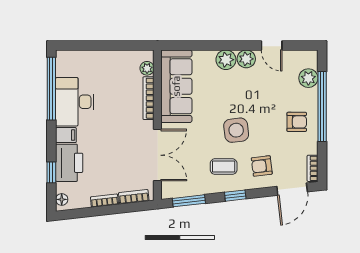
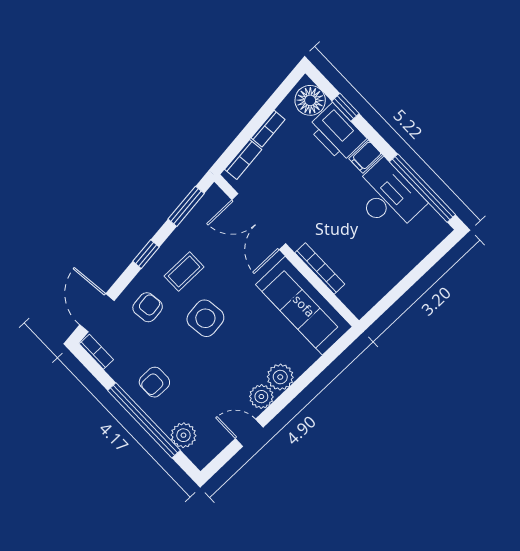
plant: (147, 68) -> (349, 296), removed
floor lamp: (62, 199) -> (310, 100), width x1.89, depth x1.89

